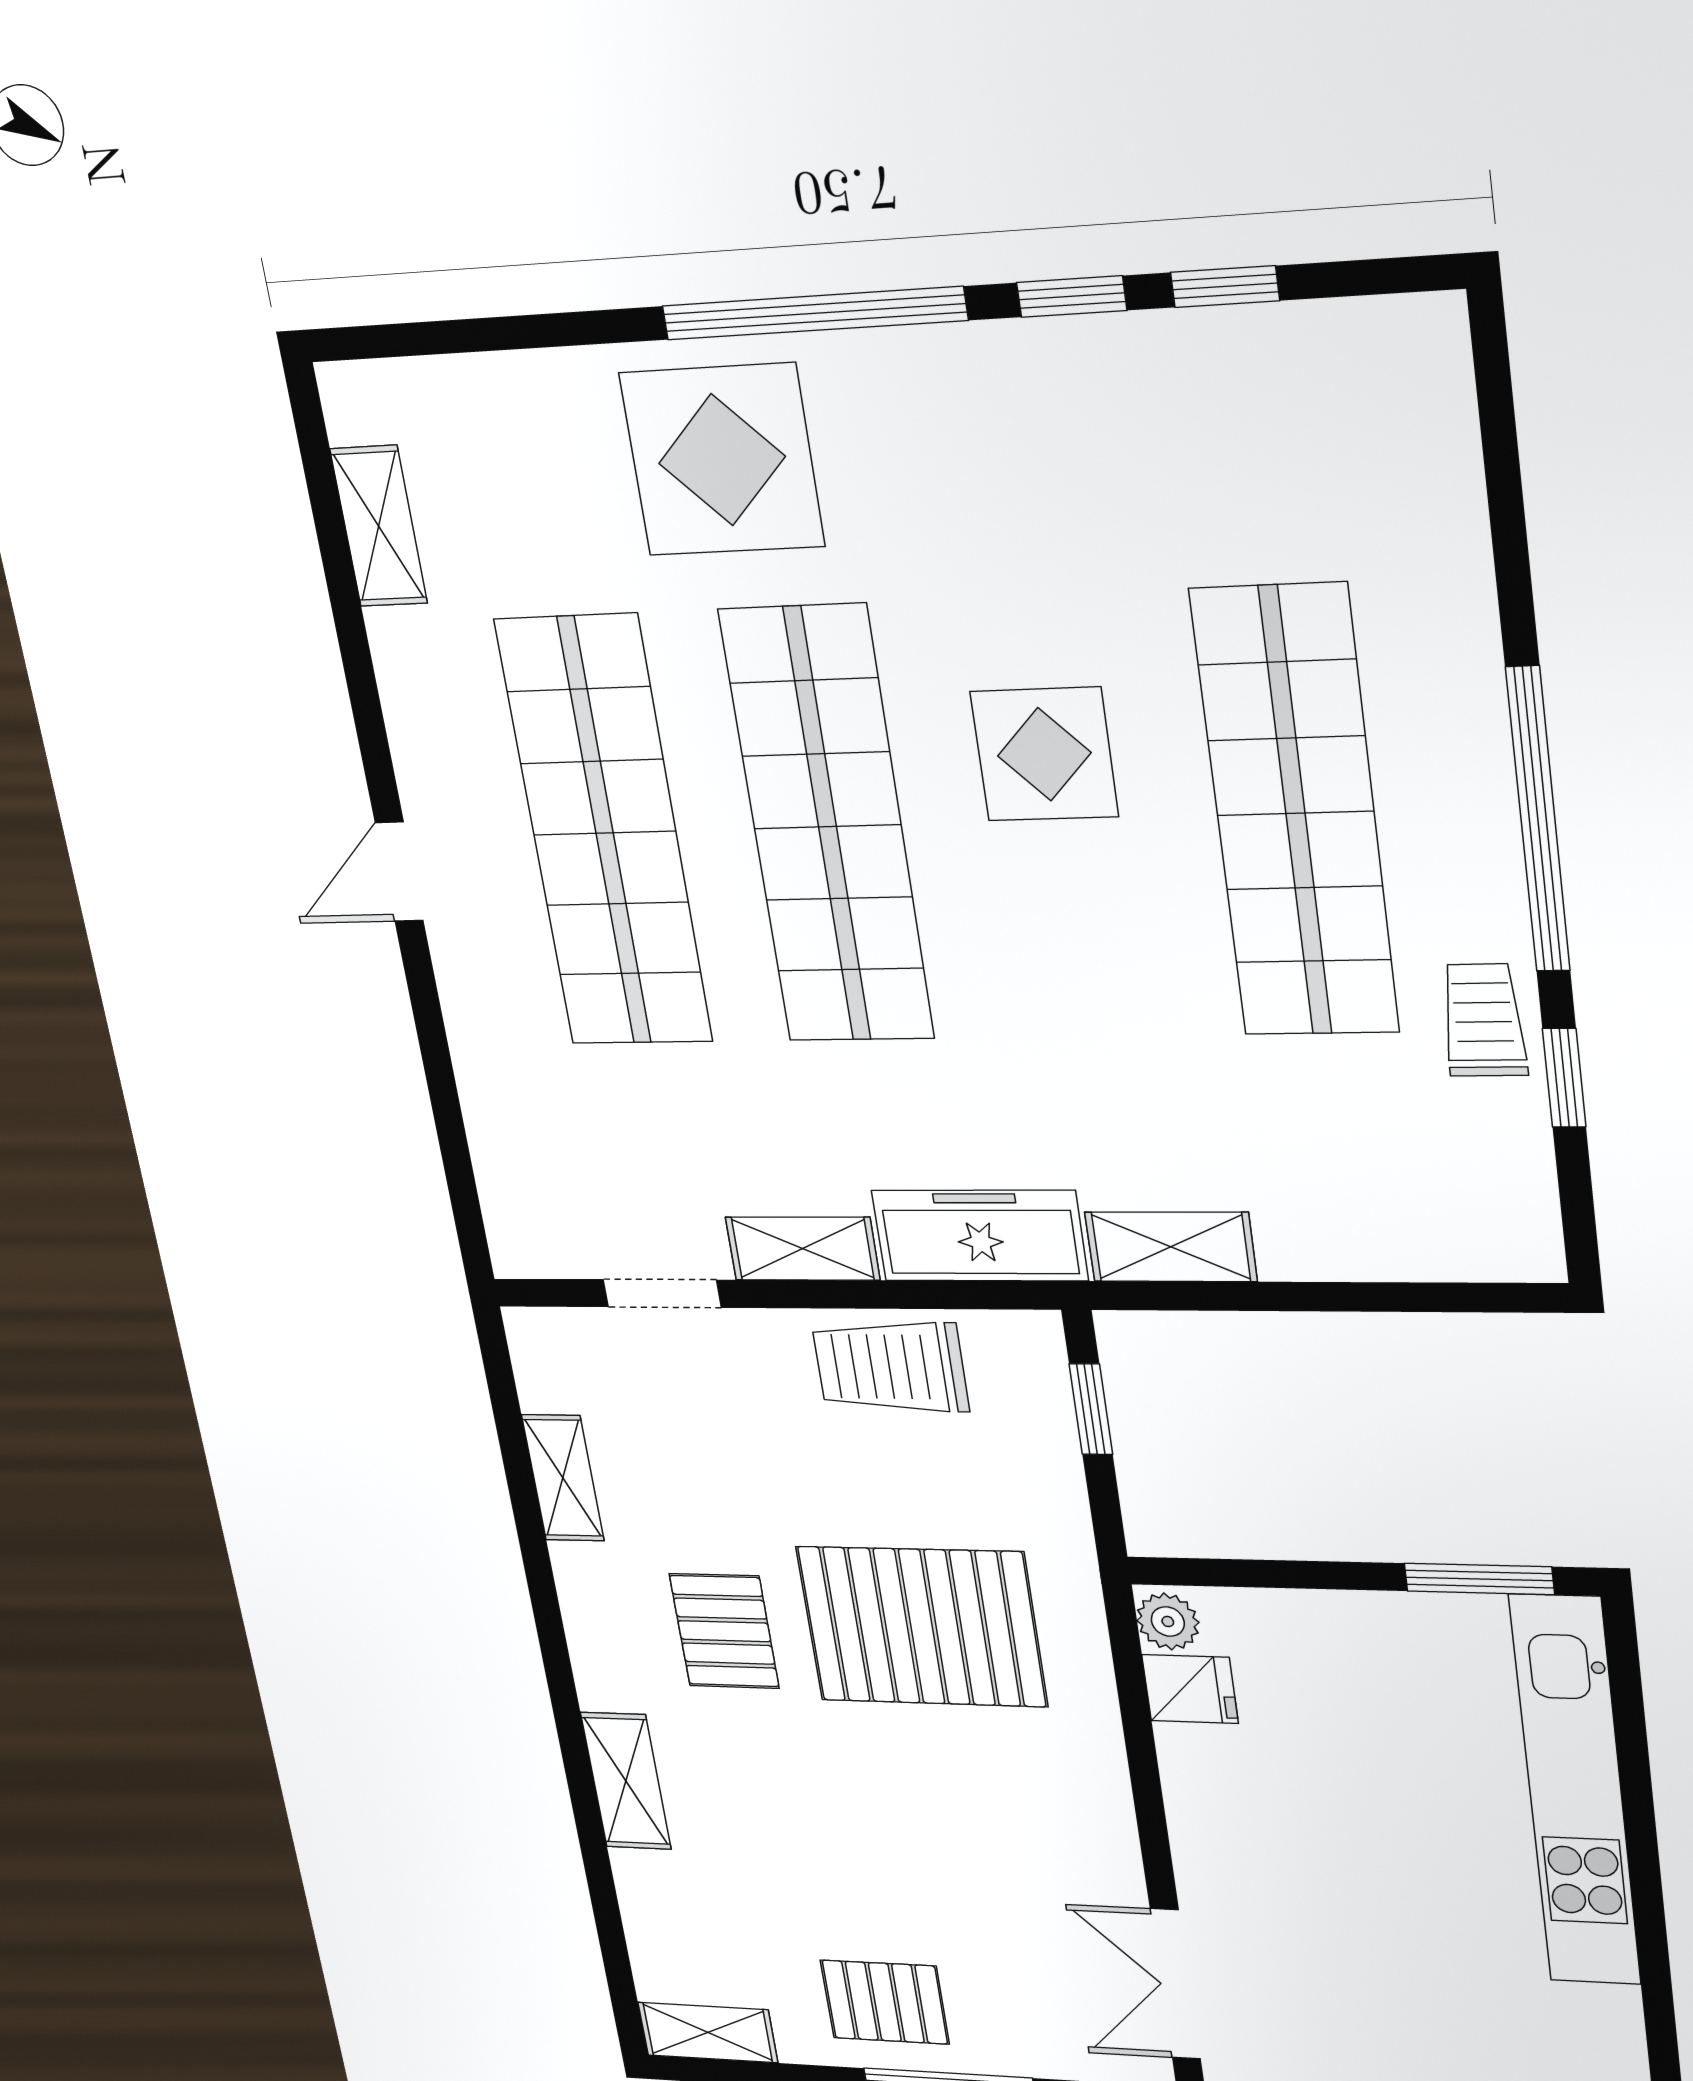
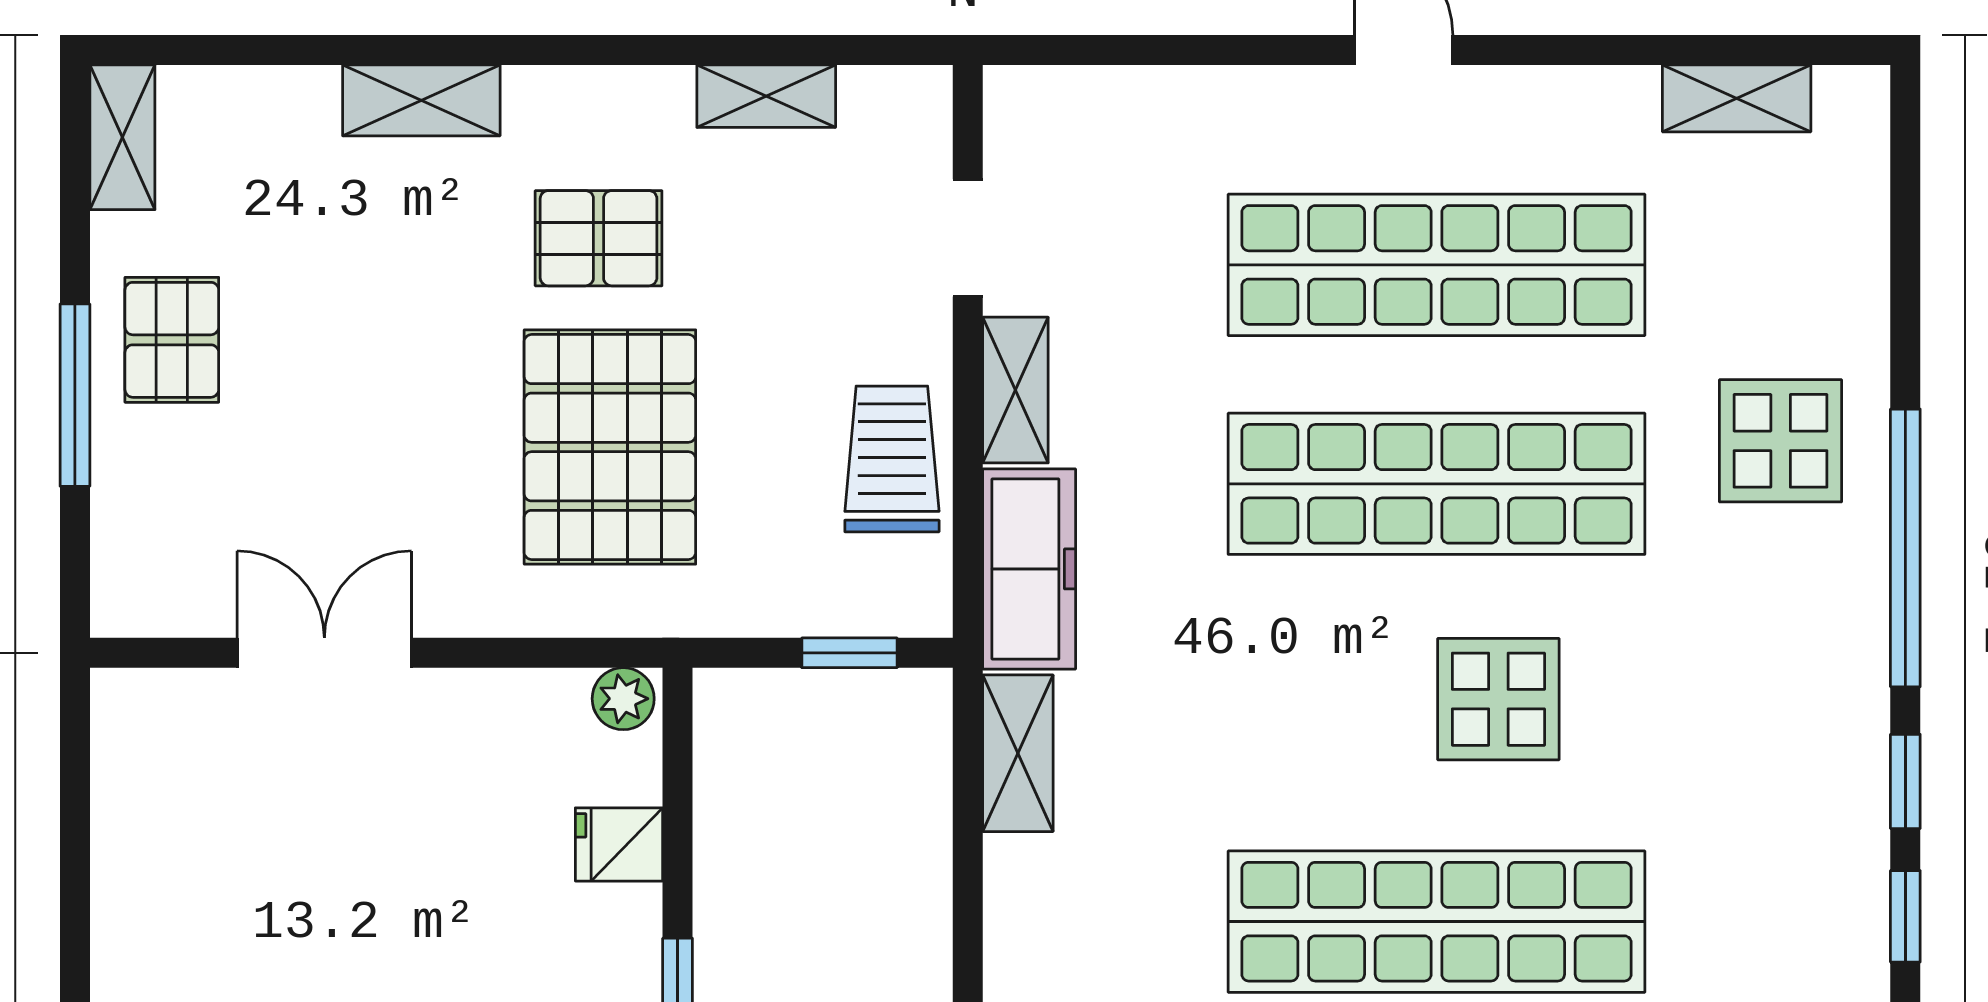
display table: (722, 460) -> (1781, 441), width x0.73, depth x0.73
fridge: (1190, 1689) -> (619, 844), moved, turned 90
double door: (1175, 1984) -> (324, 653), moved

